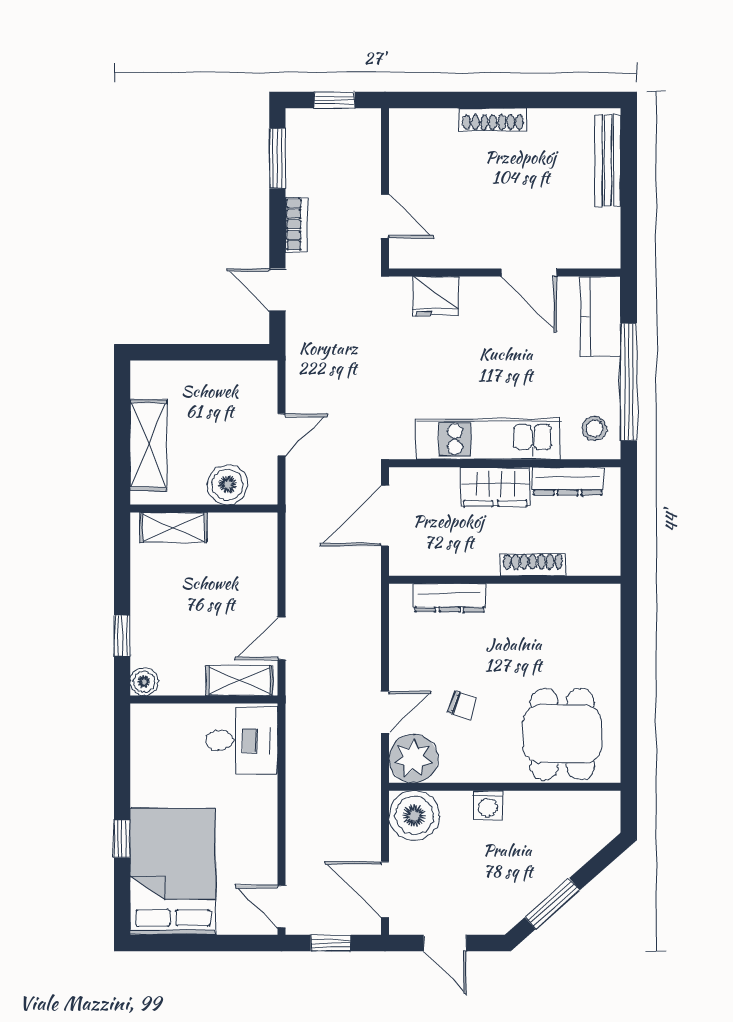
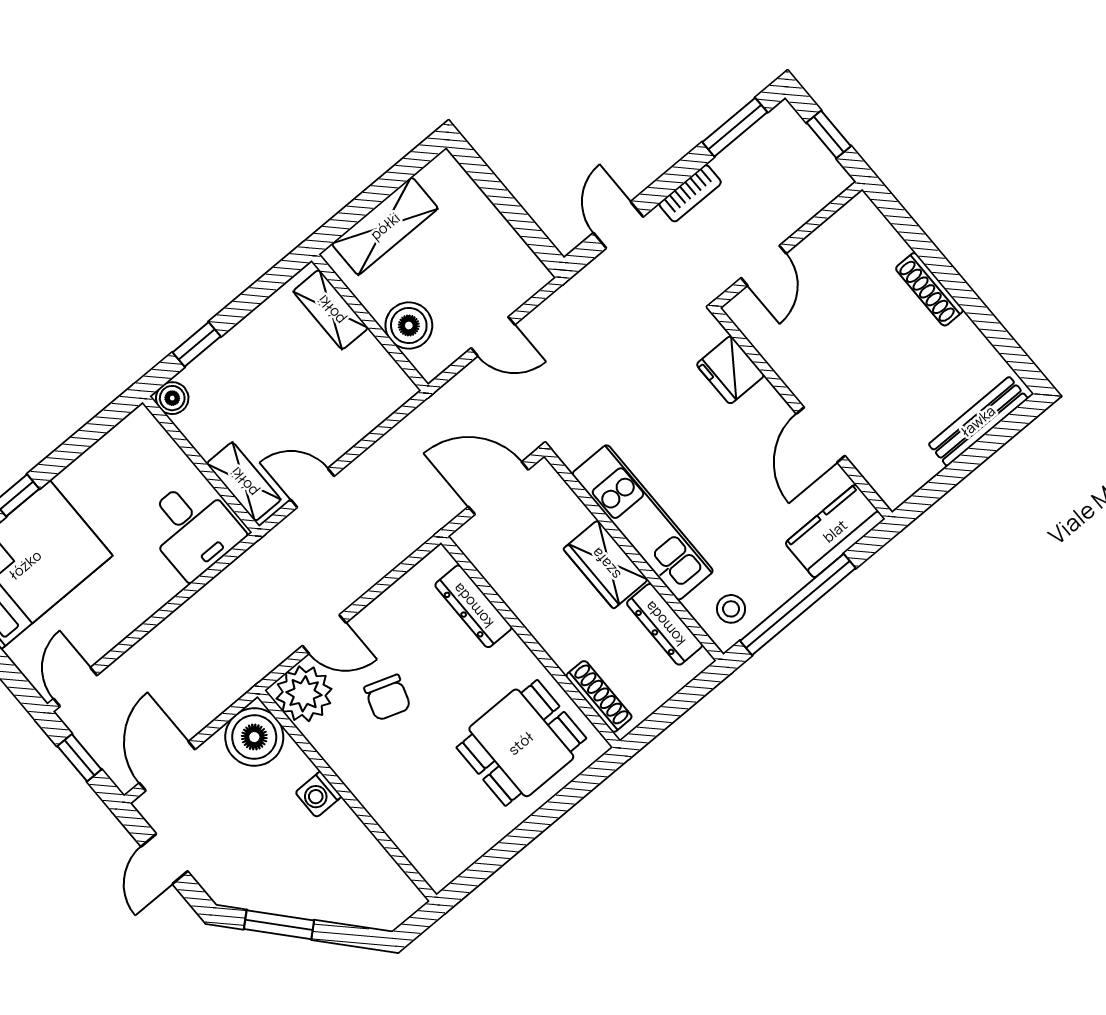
shoe rack: (533, 565) -> (599, 696), moved
chair: (462, 706) -> (387, 698), width x1.37, depth x1.37
dining table: (562, 734) -> (521, 743), moved

